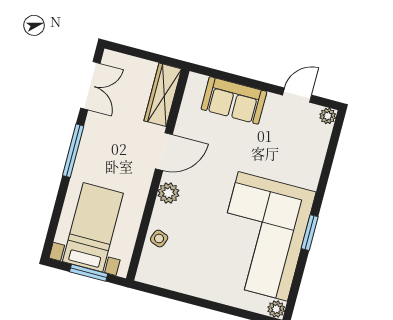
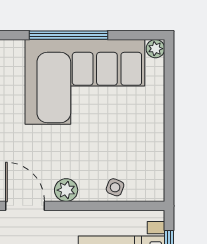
window: (310, 233) -> (68, 35), width x2.11

